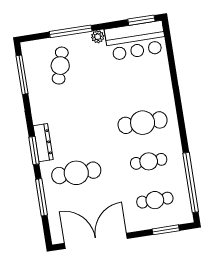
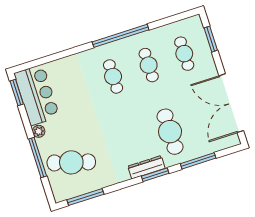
cafe table: (60, 66) -> (71, 162), width x1.37, depth x1.35
cafe table: (143, 123) -> (113, 76), width x0.73, depth x0.74
window: (191, 182) -> (121, 36), moved

